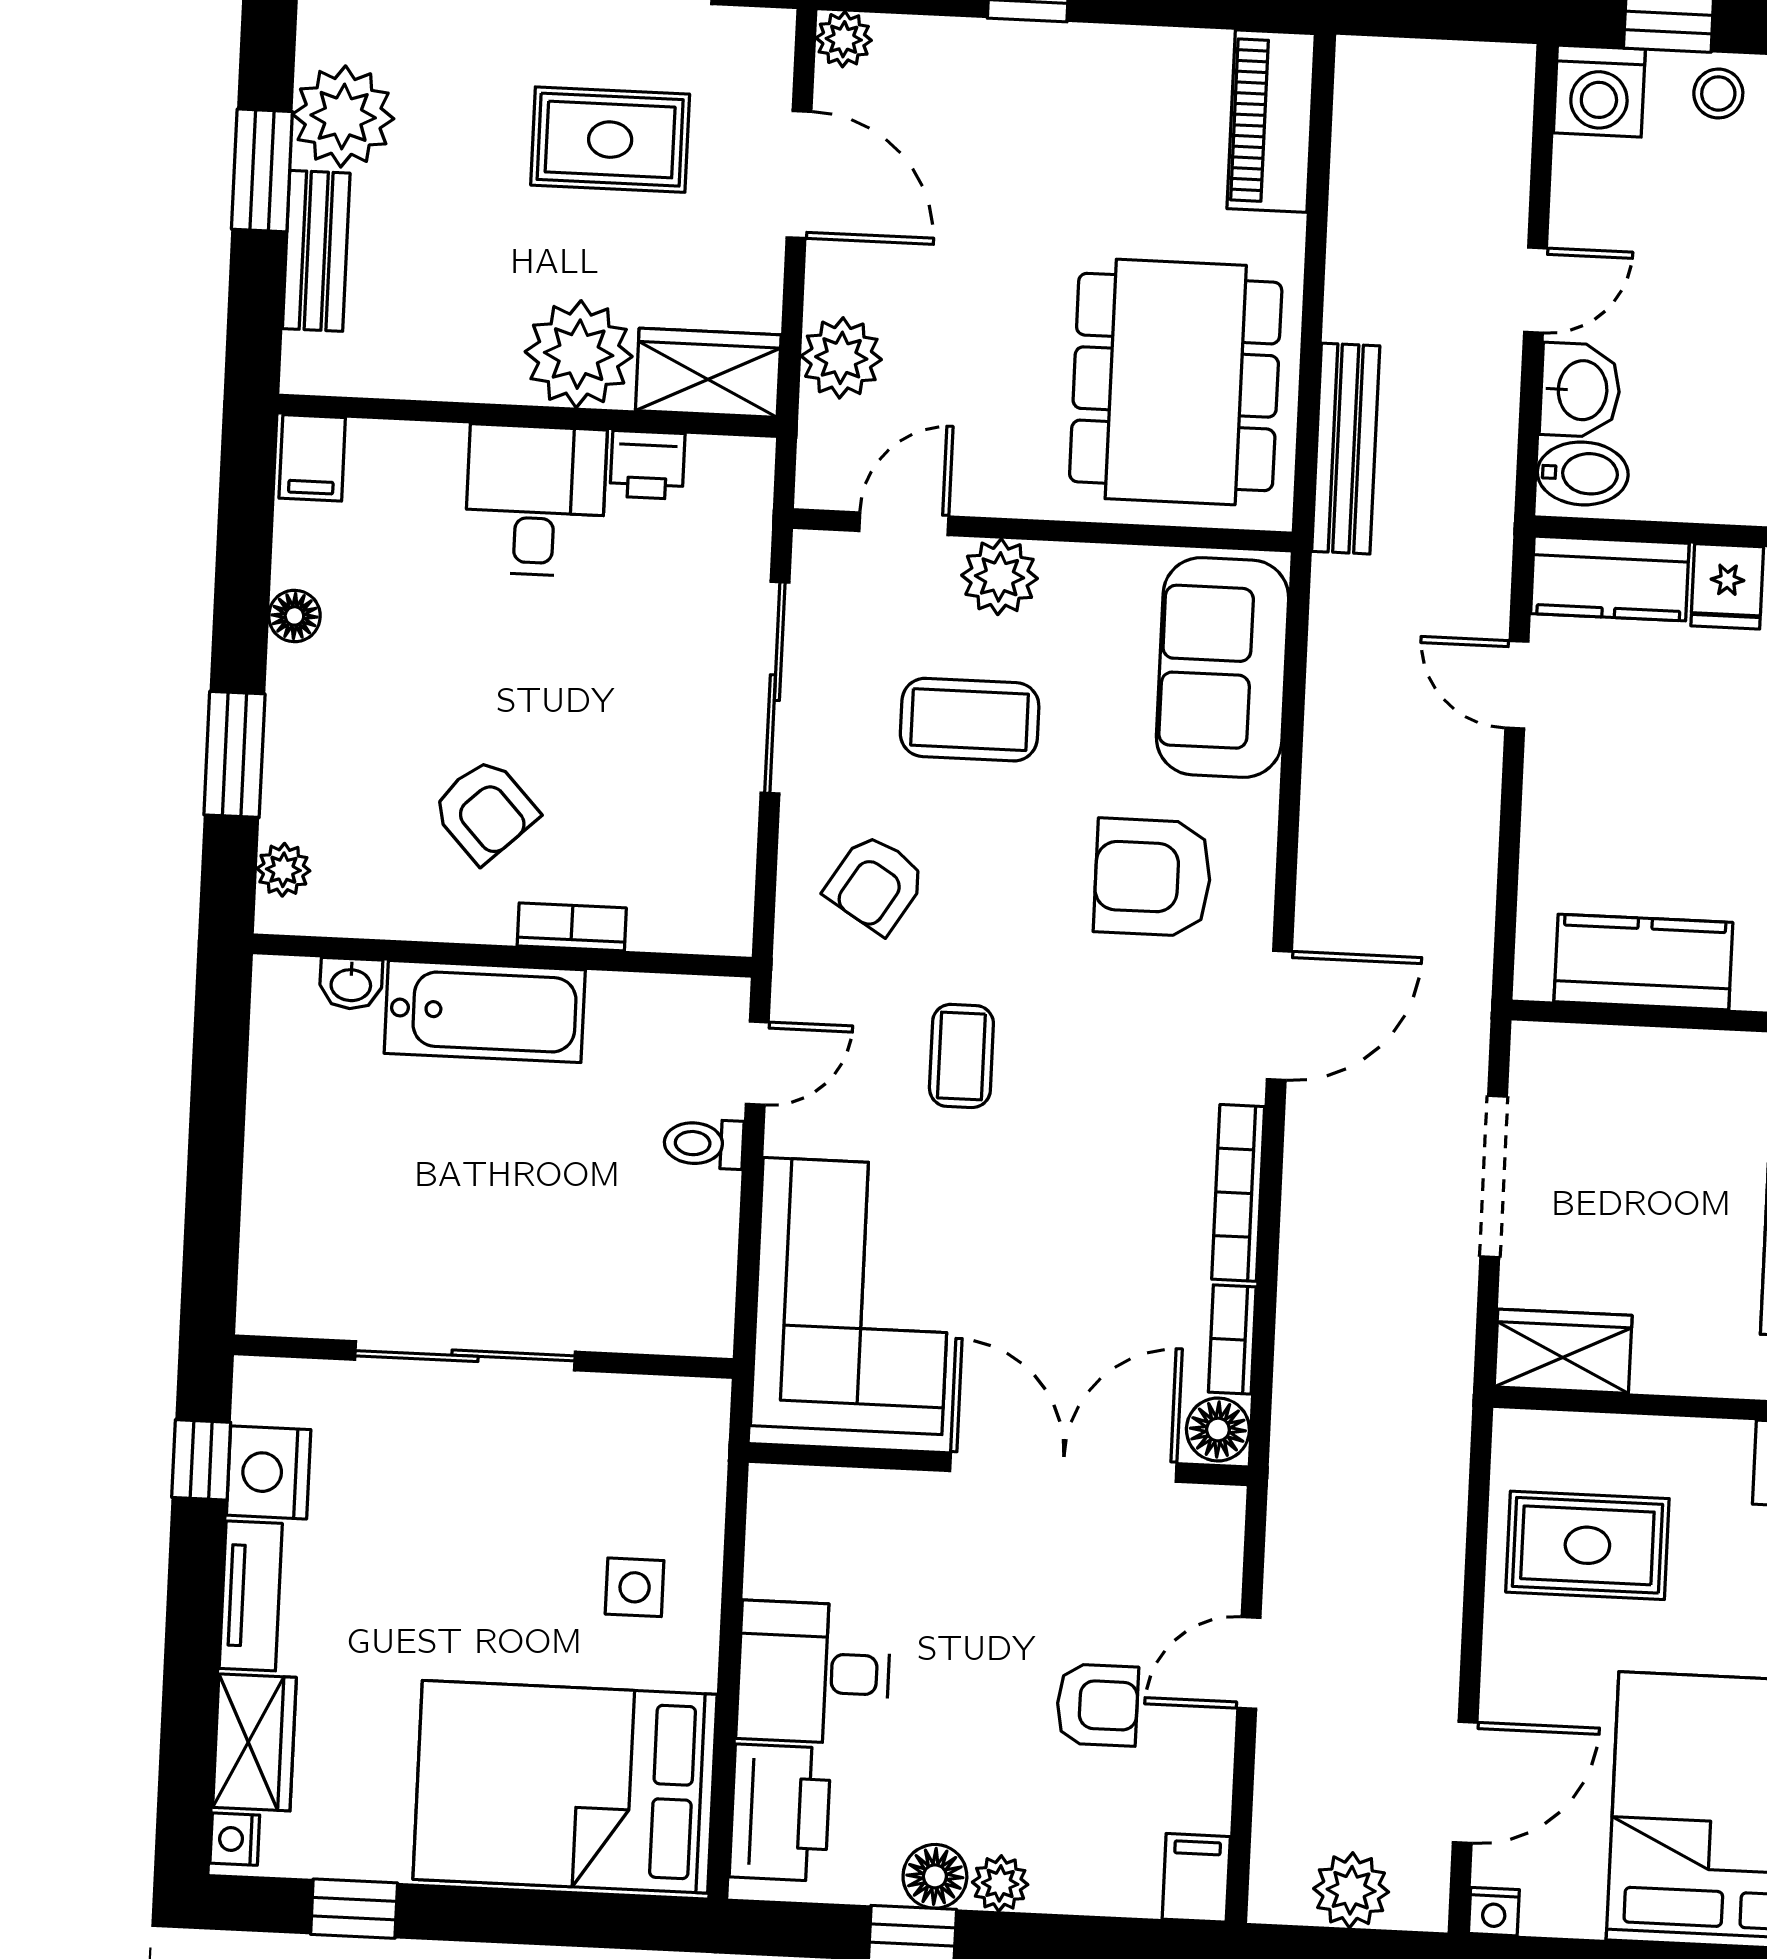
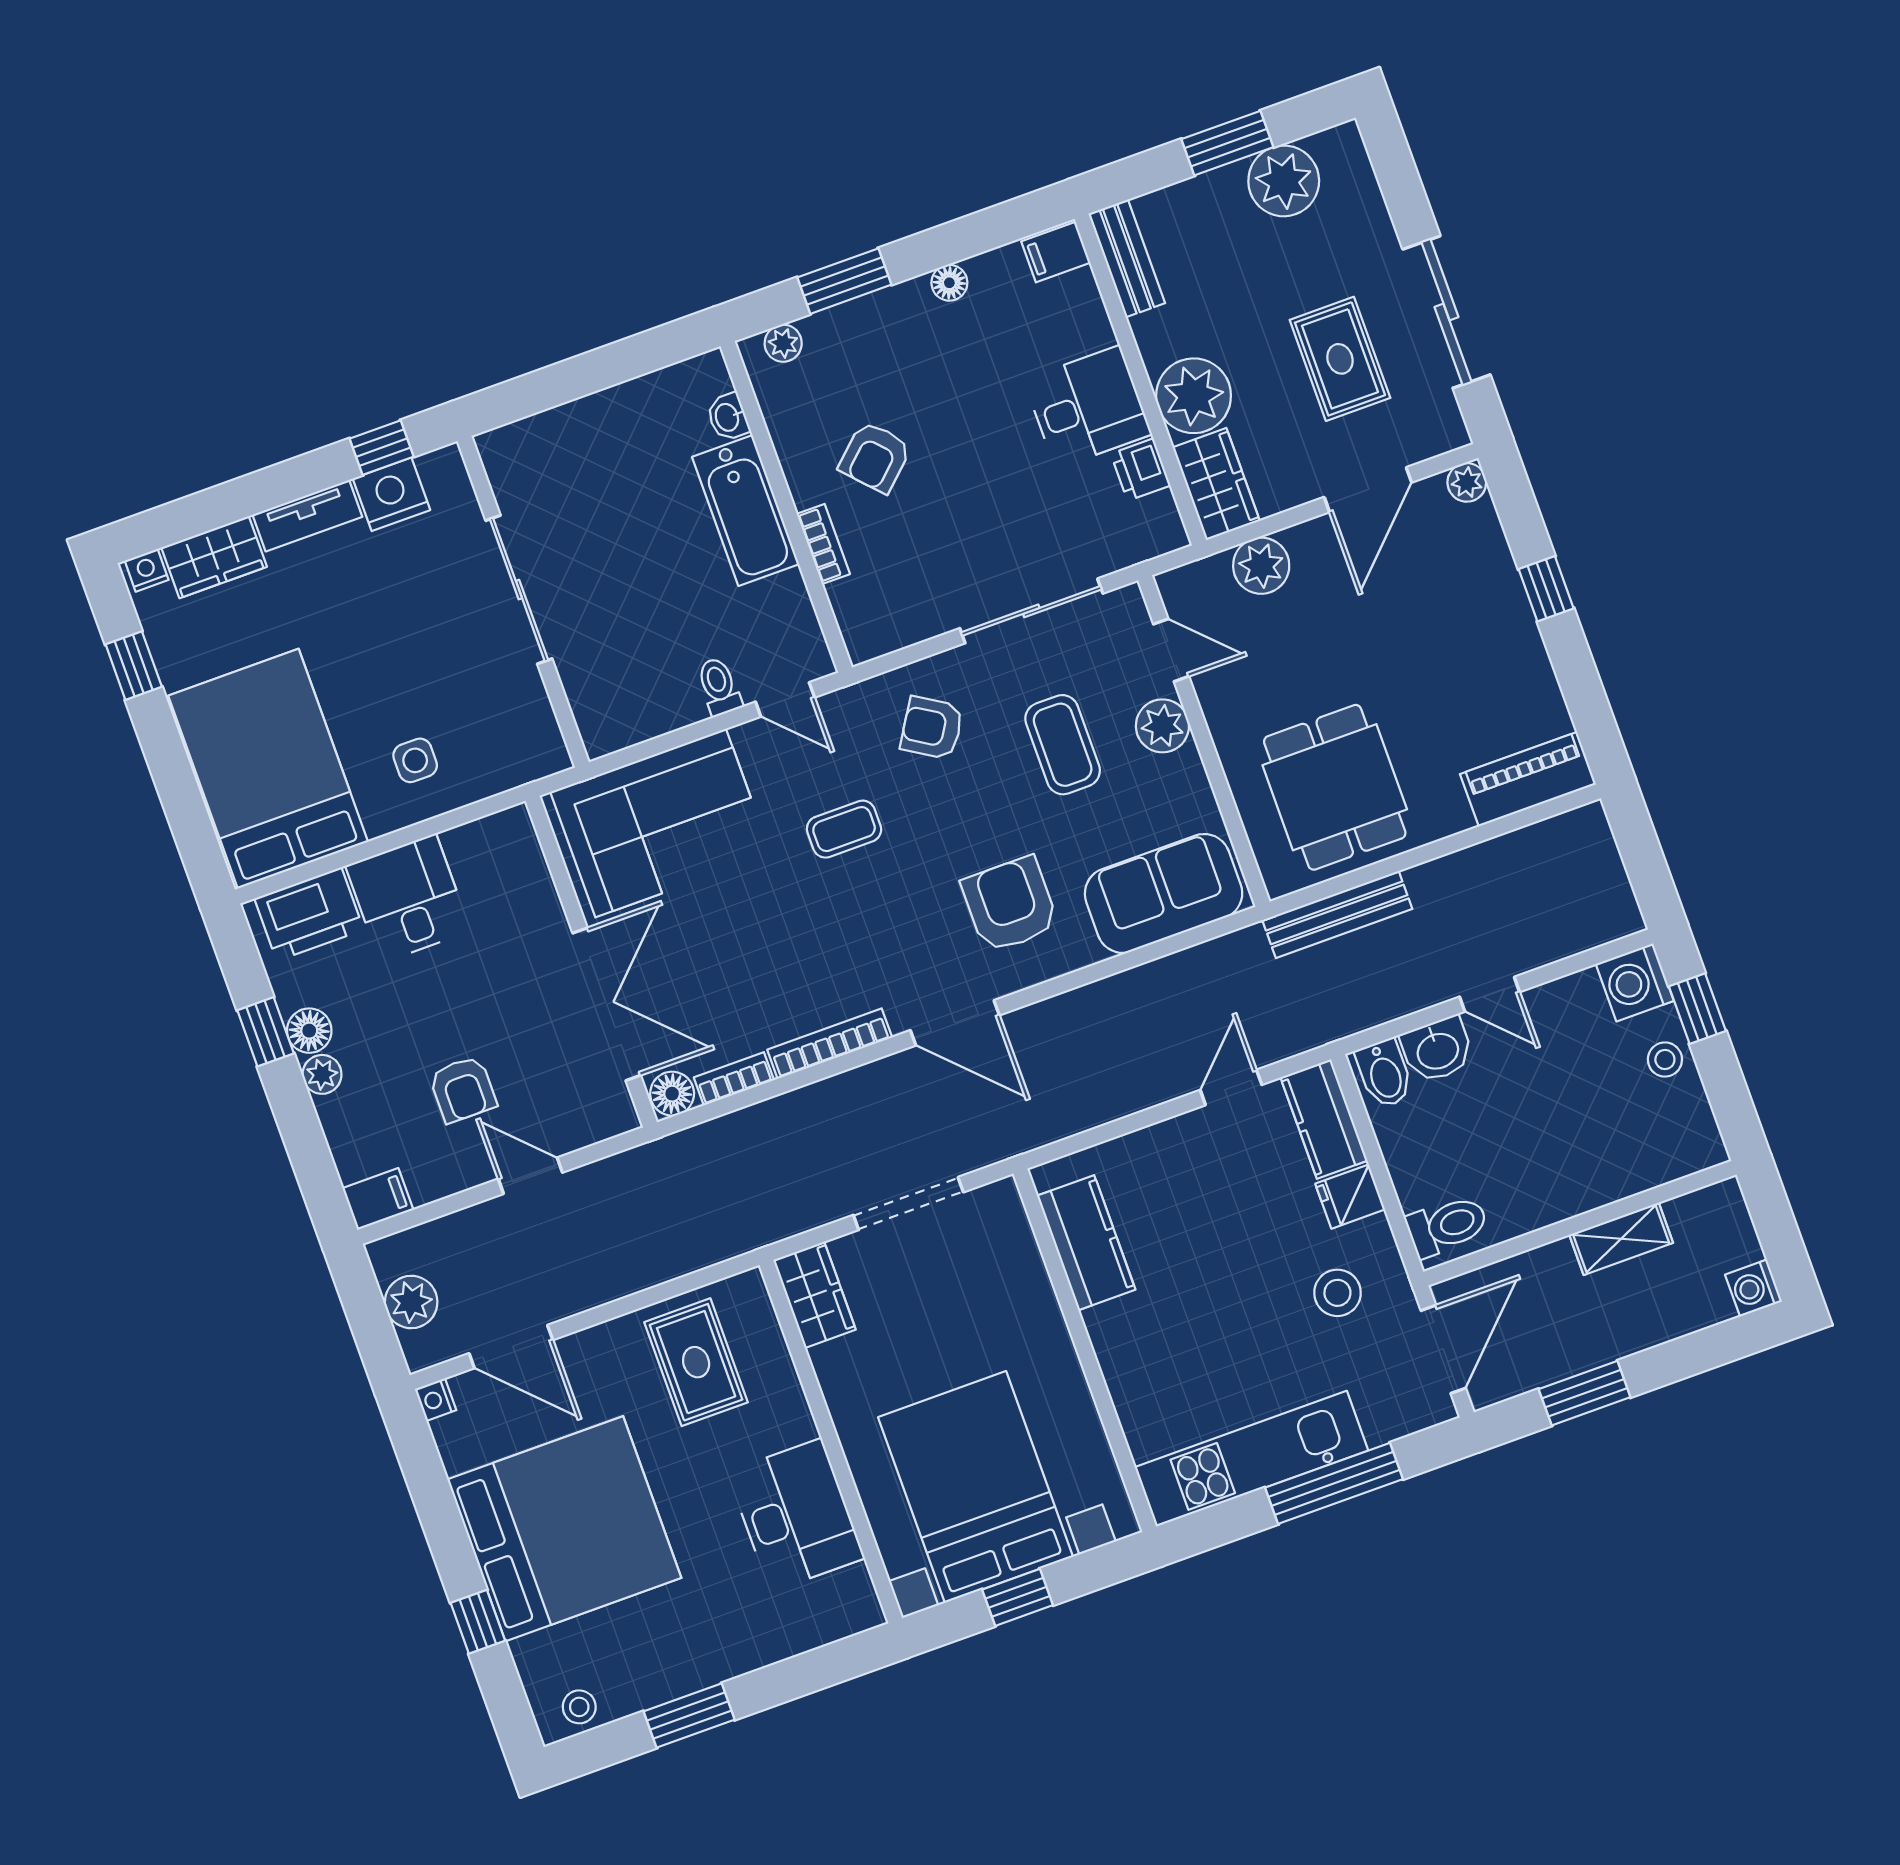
bench: (316, 251) -> (1127, 258), moved, turned 90
dining table: (1176, 382) -> (1335, 787), width x0.73

